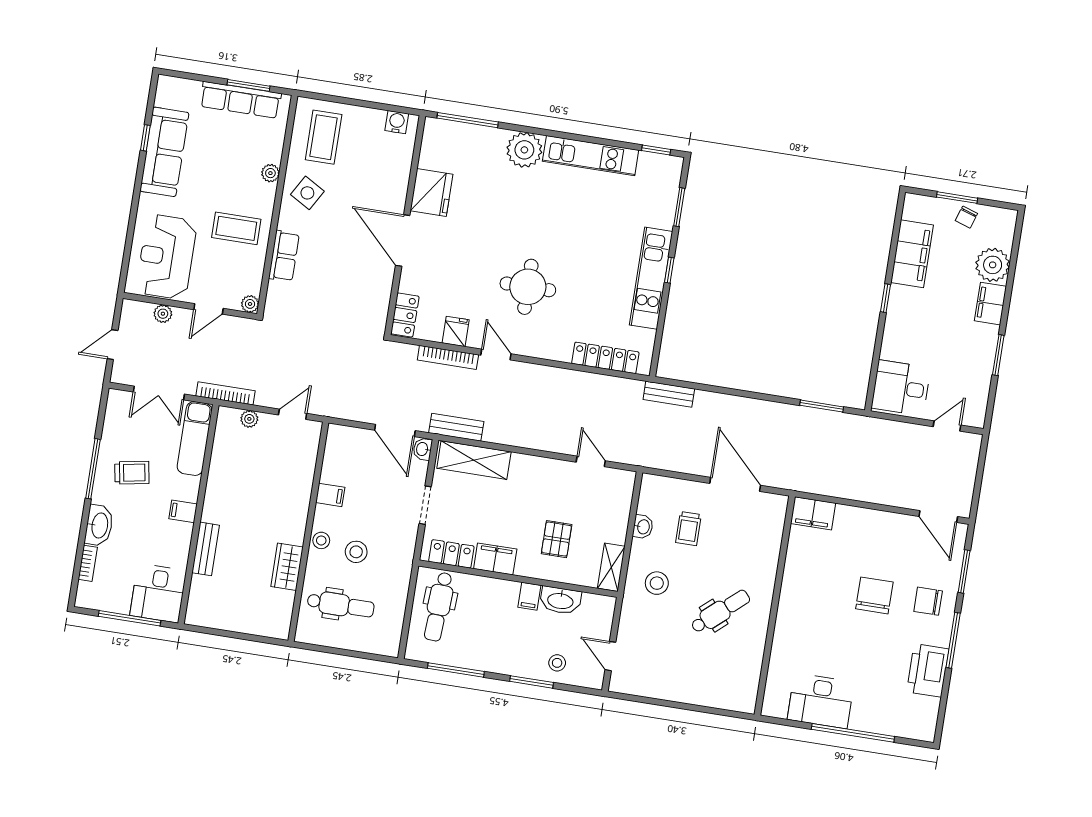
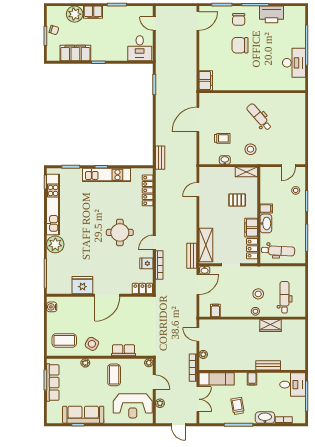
kitchen unit: (591, 156) -> (53, 204), width x1.36
filing cabinet: (330, 495) -> (215, 310), moved
washbasin: (560, 600) -> (266, 223), moved

